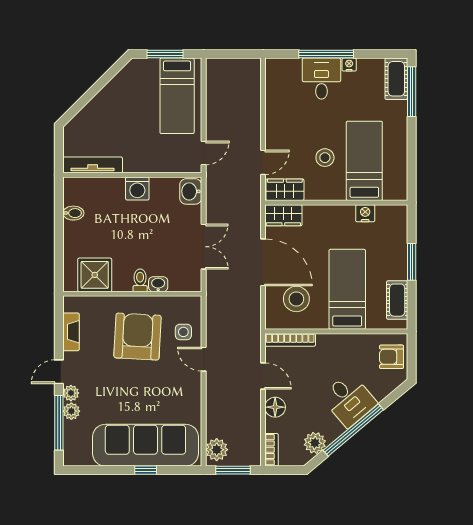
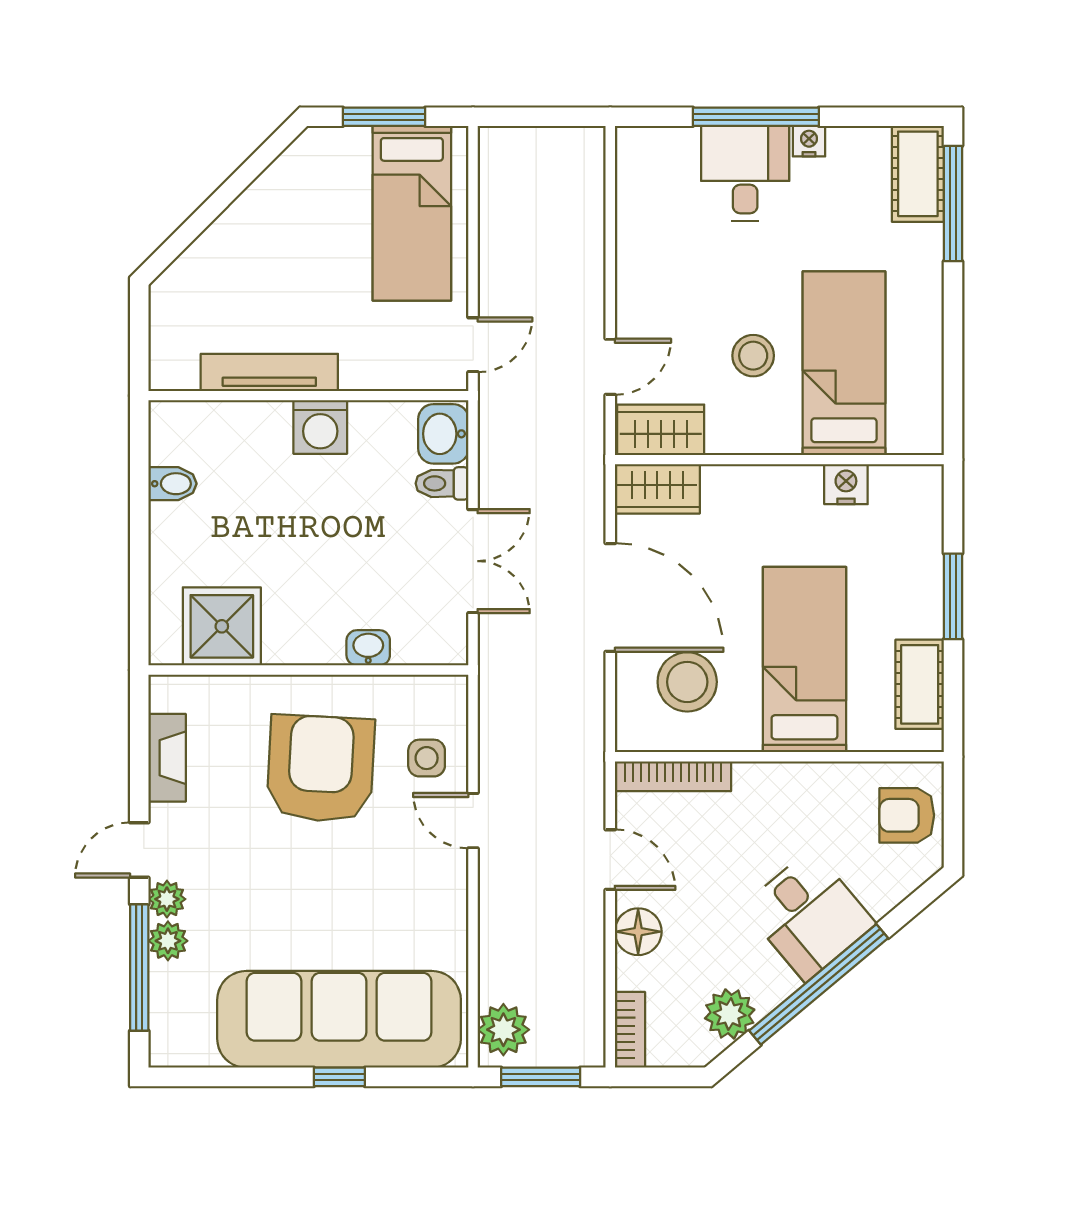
tv unit: (93, 165) -> (269, 372), moved
toilet: (140, 280) -> (442, 483), moved, turned -90

